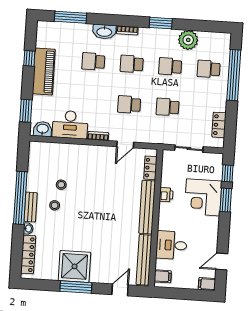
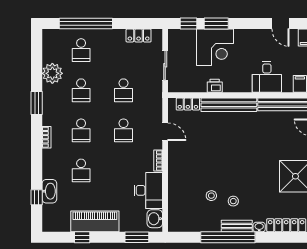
window: (71, 17) -> (37, 197), width x0.46
washbasin: (104, 32) -> (49, 191), moved

